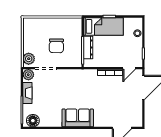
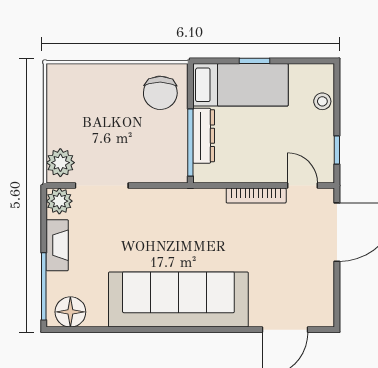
chair: (56, 46) -> (160, 93), moved
door: (129, 68) -> (303, 186), swing flipped
sofa: (78, 118) -> (178, 299), width x1.85, depth x1.27

